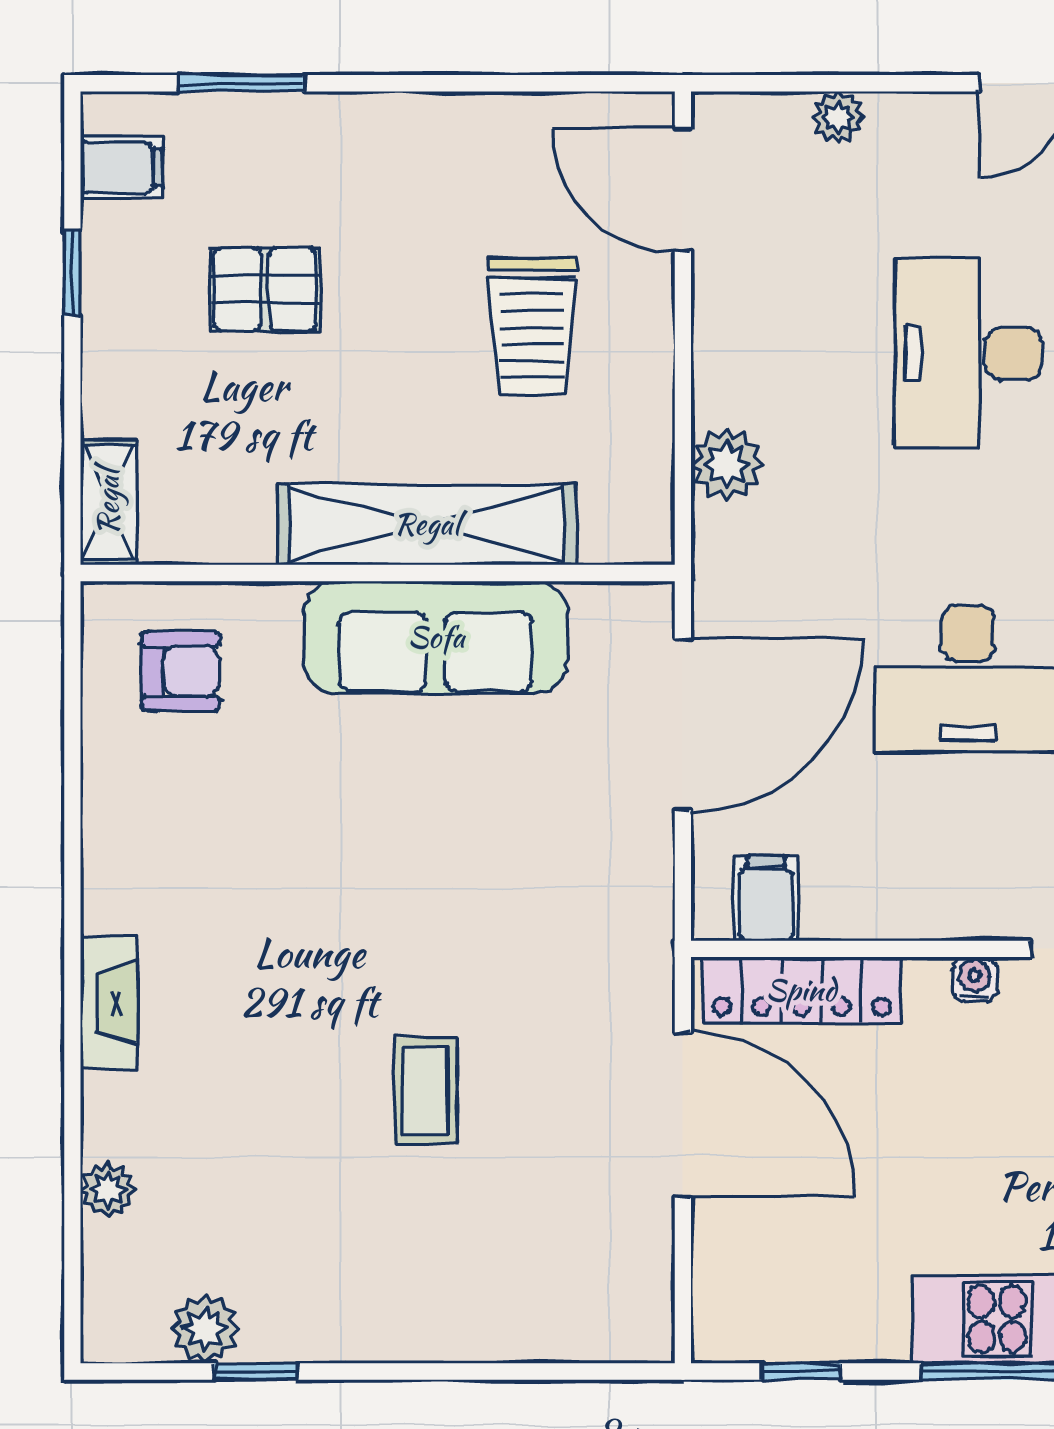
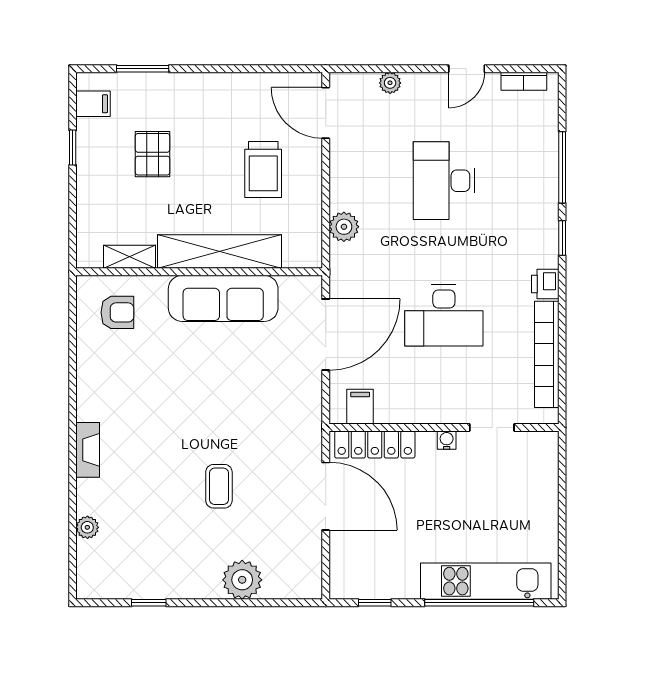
pallet: (265, 289) -> (153, 154), turned 90
shelving: (108, 502) -> (129, 257), moved, turned 90
plant: (205, 1329) -> (242, 580), moved, width x1.36, depth x1.36

